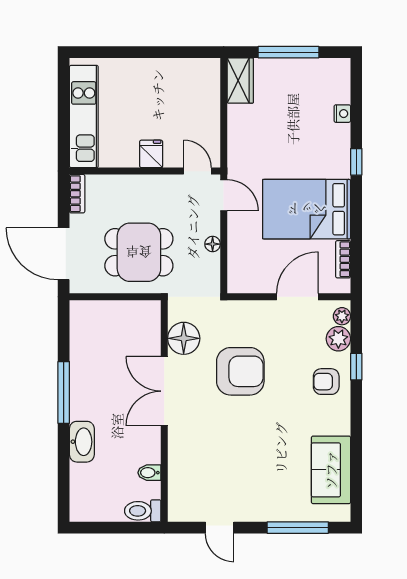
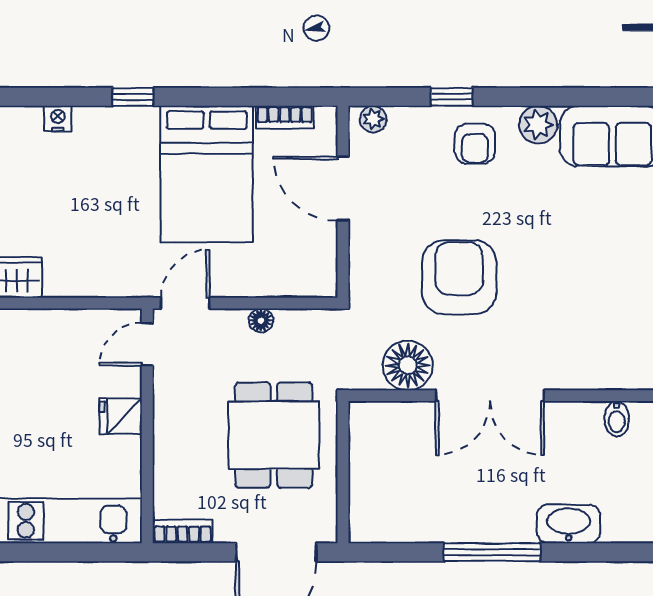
plant: (338, 339) -> (538, 125), moved

